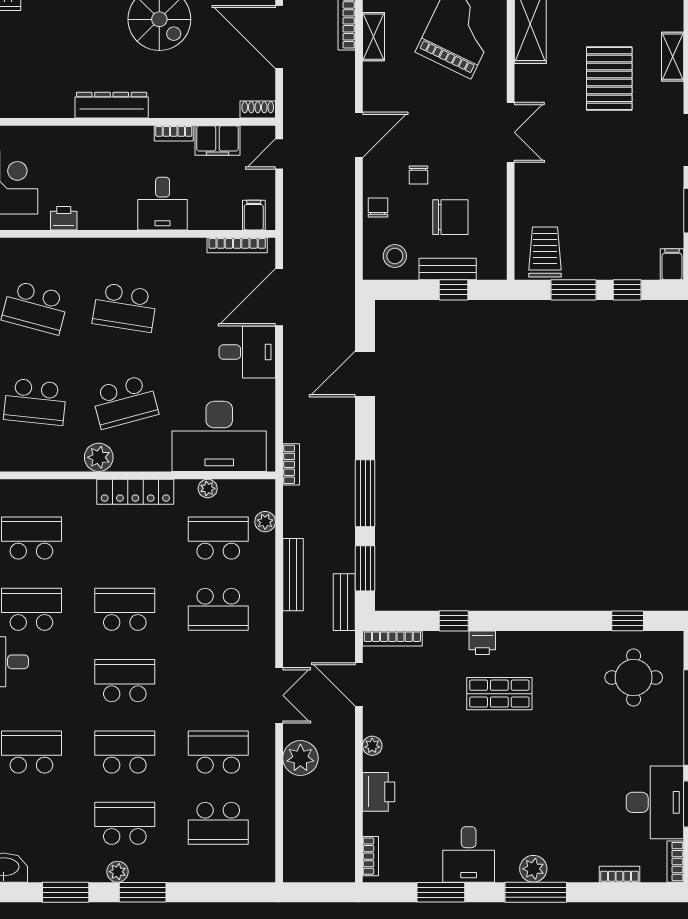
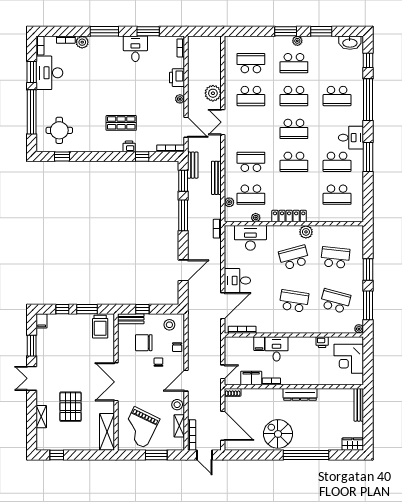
stool: (378, 83) -> (177, 405), added
double door: (511, 132) -> (116, 382), width x1.37
filing cabinet: (254, 215) -> (259, 344), moved
bench: (448, 269) -> (131, 319), moved
desk: (219, 436) -> (250, 238), width x0.73, depth x0.77
plant: (533, 869) -> (82, 42), moved

